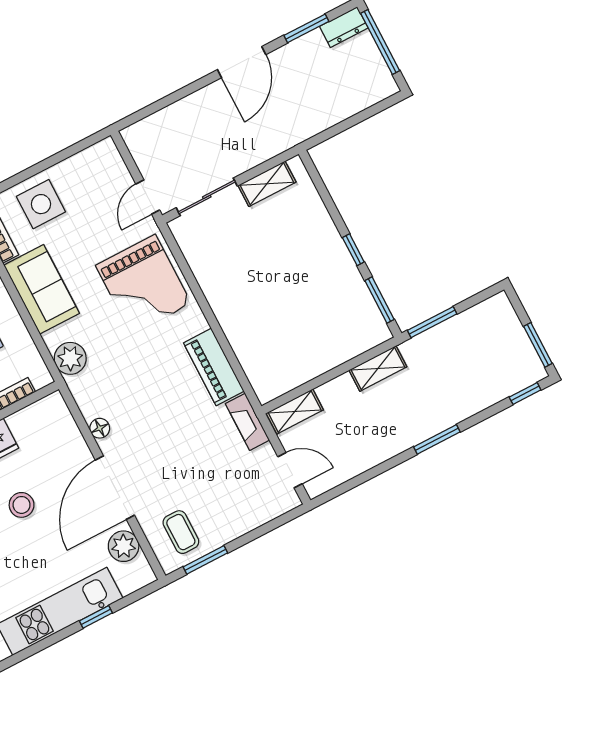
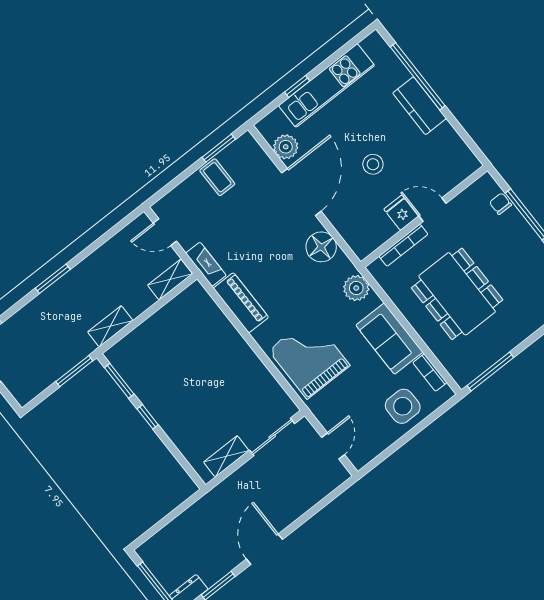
door: (148, 197) -> (333, 446), moved
floor lamp: (100, 428) -> (321, 247), width x1.89, depth x1.89
coffee table: (181, 532) -> (217, 177), moved

